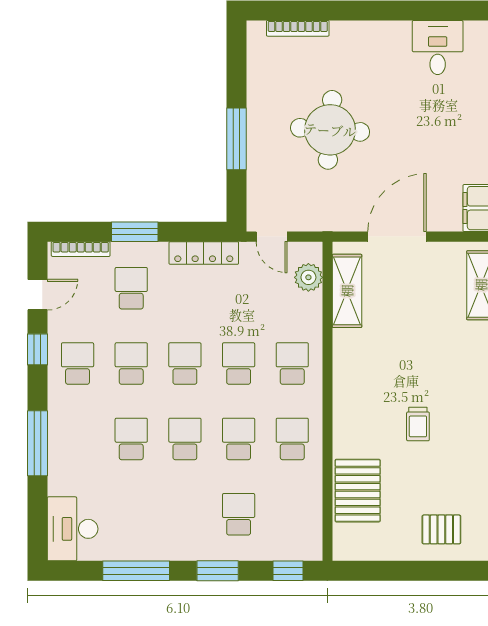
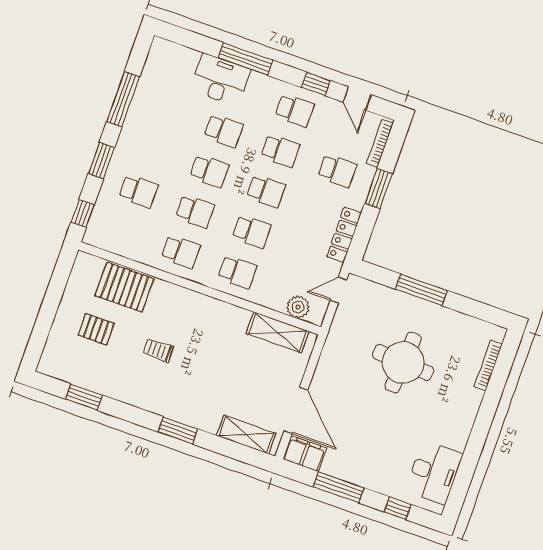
desk: (438, 48) -> (434, 472), width x1.37
door: (397, 237) -> (296, 410), moved
desk: (73, 529) -> (220, 80), moved
pallet: (441, 529) -> (96, 329), moved, turned 90

